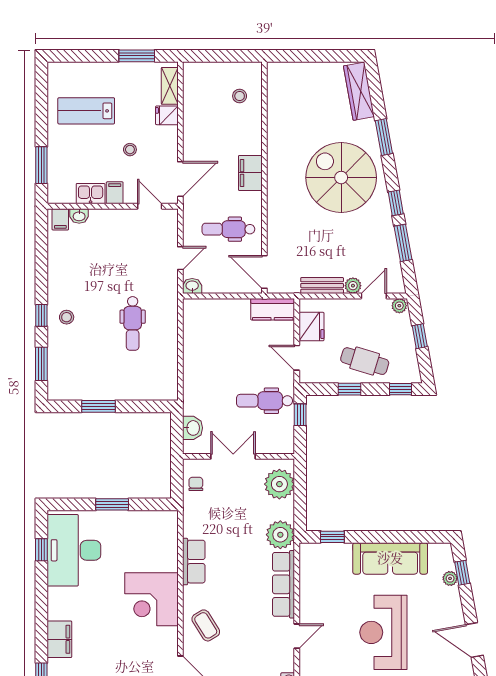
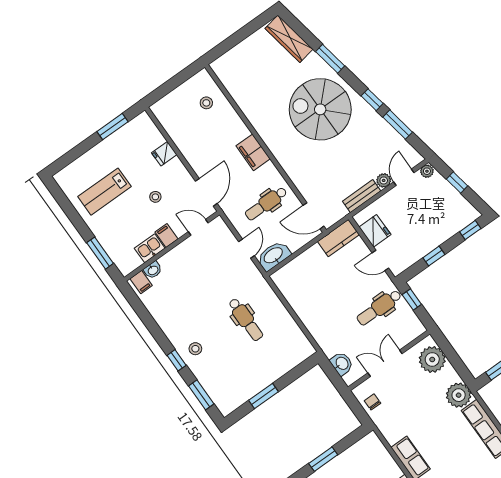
shelving: (170, 86) -> (151, 131), removed
washbasin: (192, 286) -> (274, 256), width x1.91, depth x1.45
cafe table: (365, 361) -> (430, 228), removed

